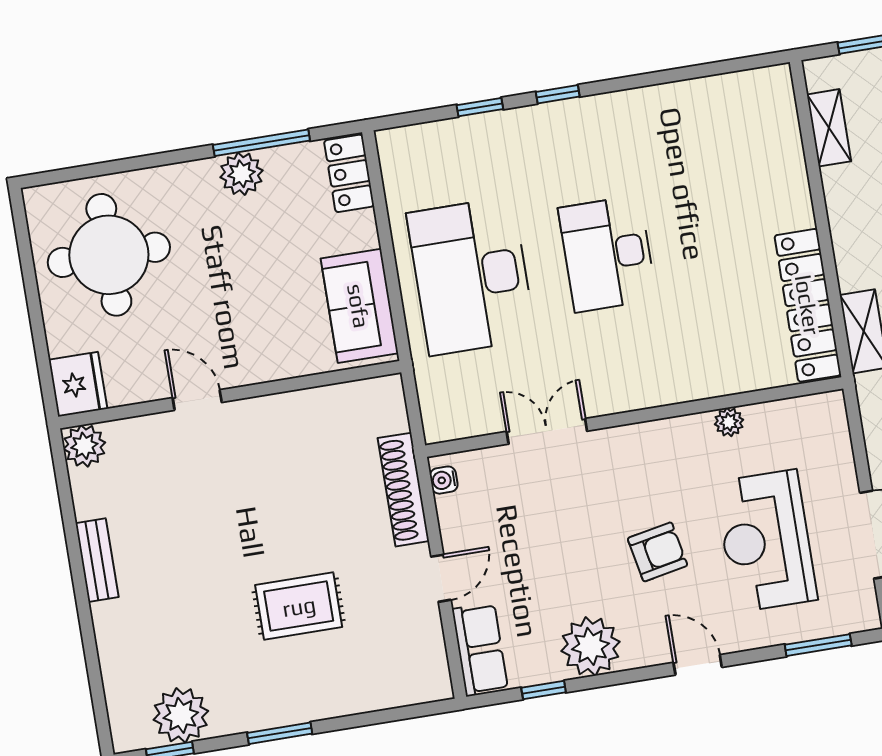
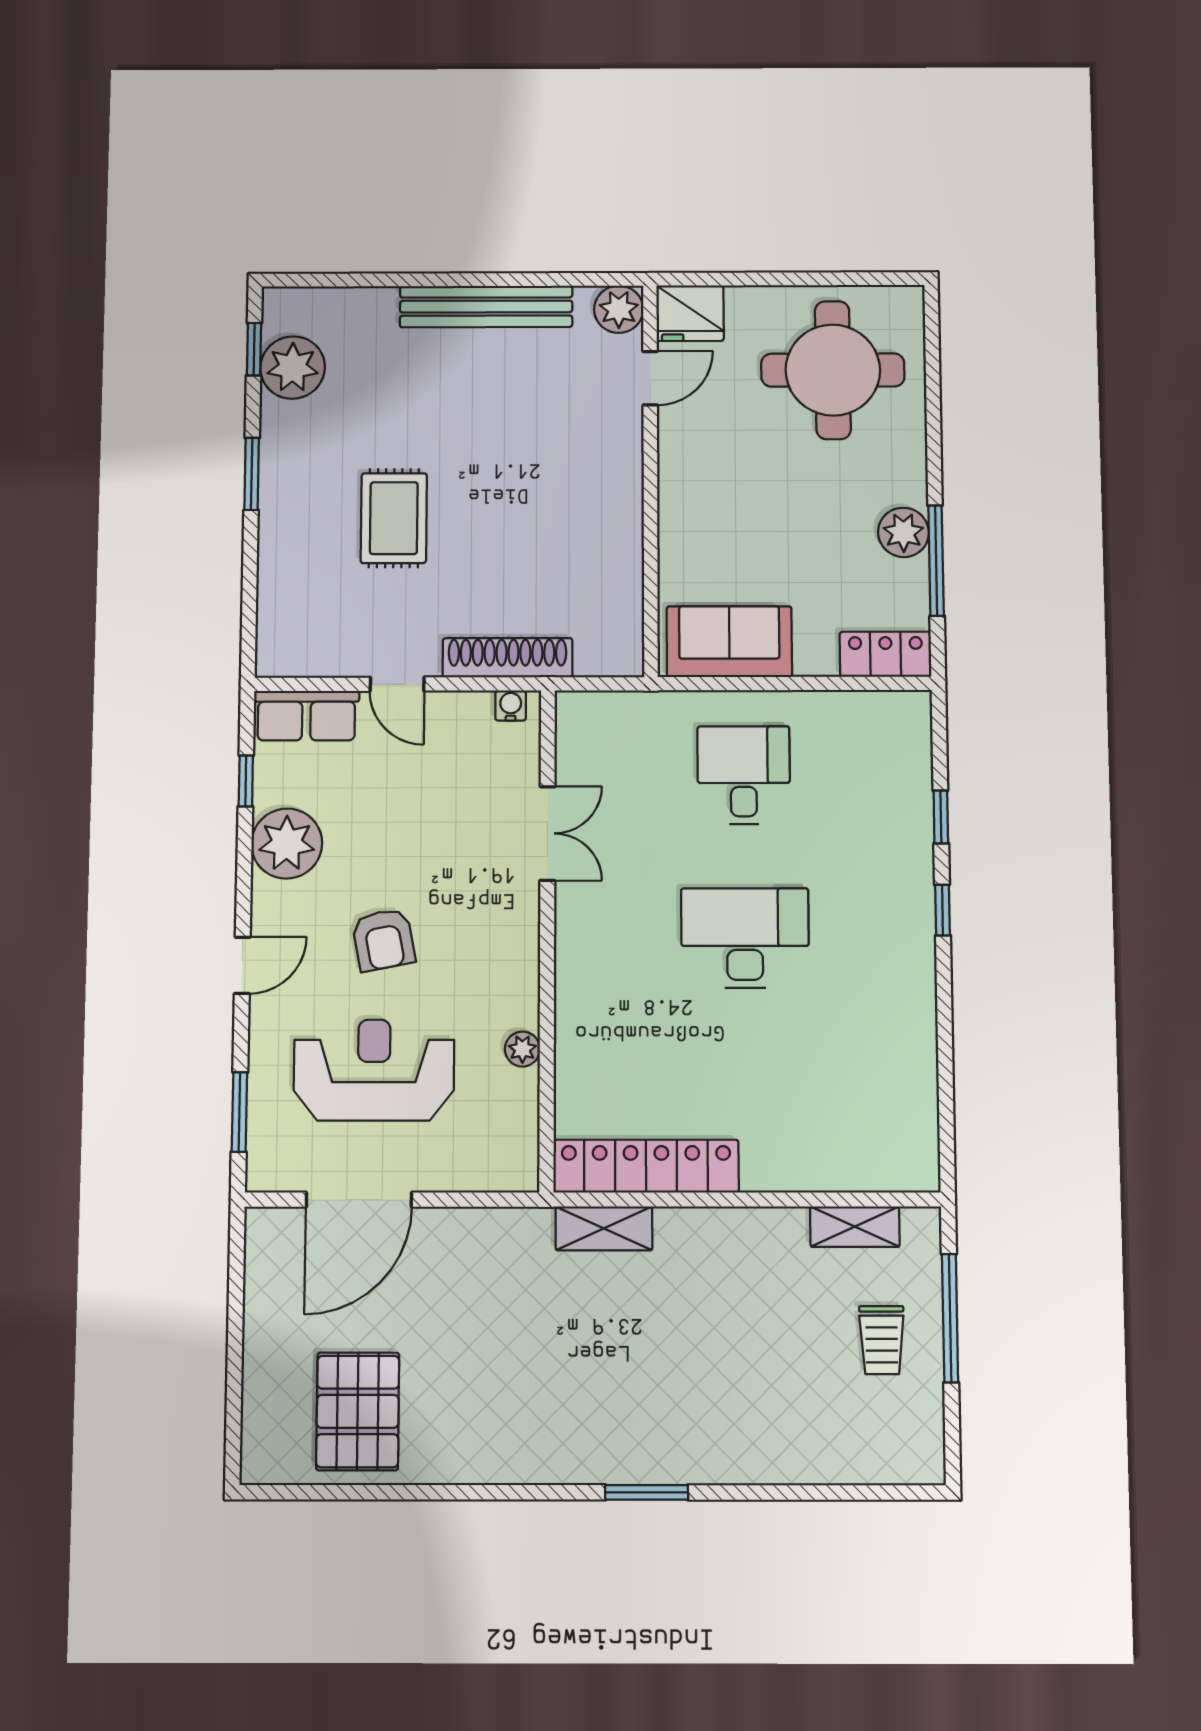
desk: (471, 276) -> (744, 775), width x0.53, depth x0.77
door: (197, 400) -> (650, 378), moved
bench: (97, 560) -> (486, 307), width x1.86, depth x1.21

